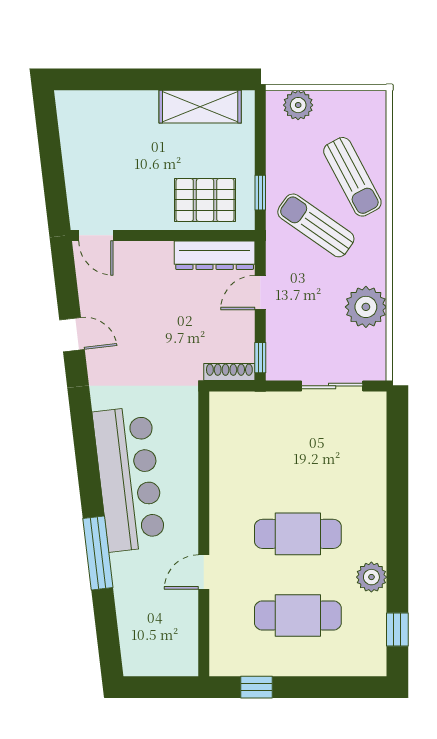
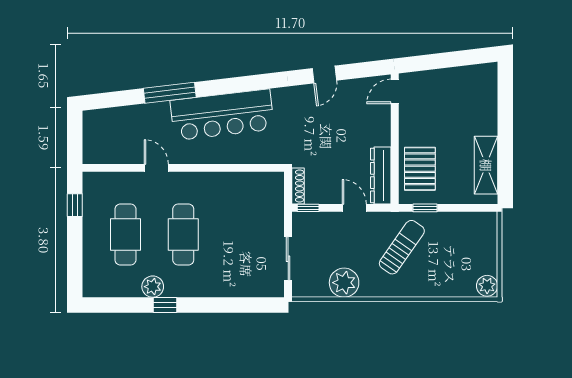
plant: (298, 105) -> (487, 286), moved
sun lounger: (352, 177) -> (436, 273), removed
window: (397, 630) -> (165, 305), moved

